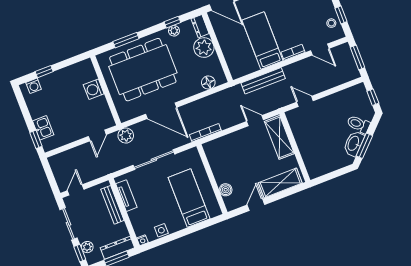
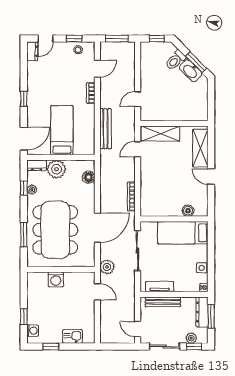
bed: (263, 40) -> (62, 130), moved, turned 90
window: (36, 139) -> (51, 347), moved
wall: (212, 179) -> (174, 219), moved
boiler: (226, 190) -> (188, 211), moved

